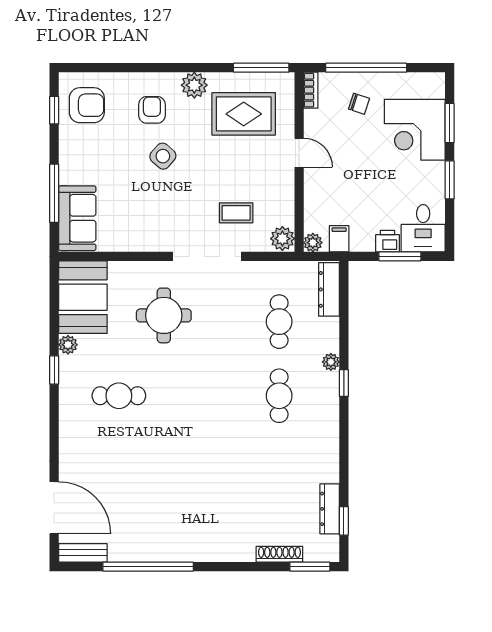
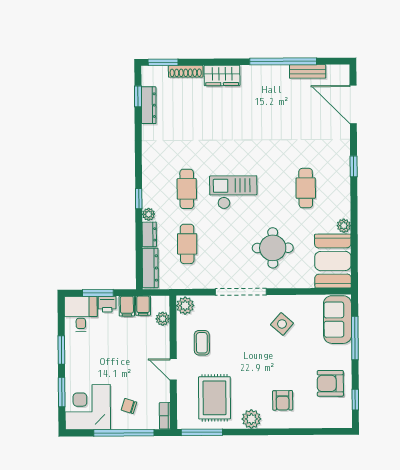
armchair: (87, 105) -> (330, 383), moved
rug: (244, 114) -> (215, 398), turned 90
corner desk: (415, 130) -> (88, 407), moved, turned -90
side table: (163, 156) -> (282, 324), moved
coffee table: (236, 213) -> (202, 343), moved, turned 90
filing cabinet: (361, 238) -> (127, 306), added
plant: (313, 243) -> (163, 319), moved
dresser: (330, 335) -> (149, 234), added
window: (54, 370) -> (354, 166), moved
checkout: (216, 391) -> (233, 192), added
cafe table: (119, 396) -> (306, 188), turned 90
wardrobe: (231, 548) -> (222, 75), added
bench: (83, 553) -> (308, 71), moved

